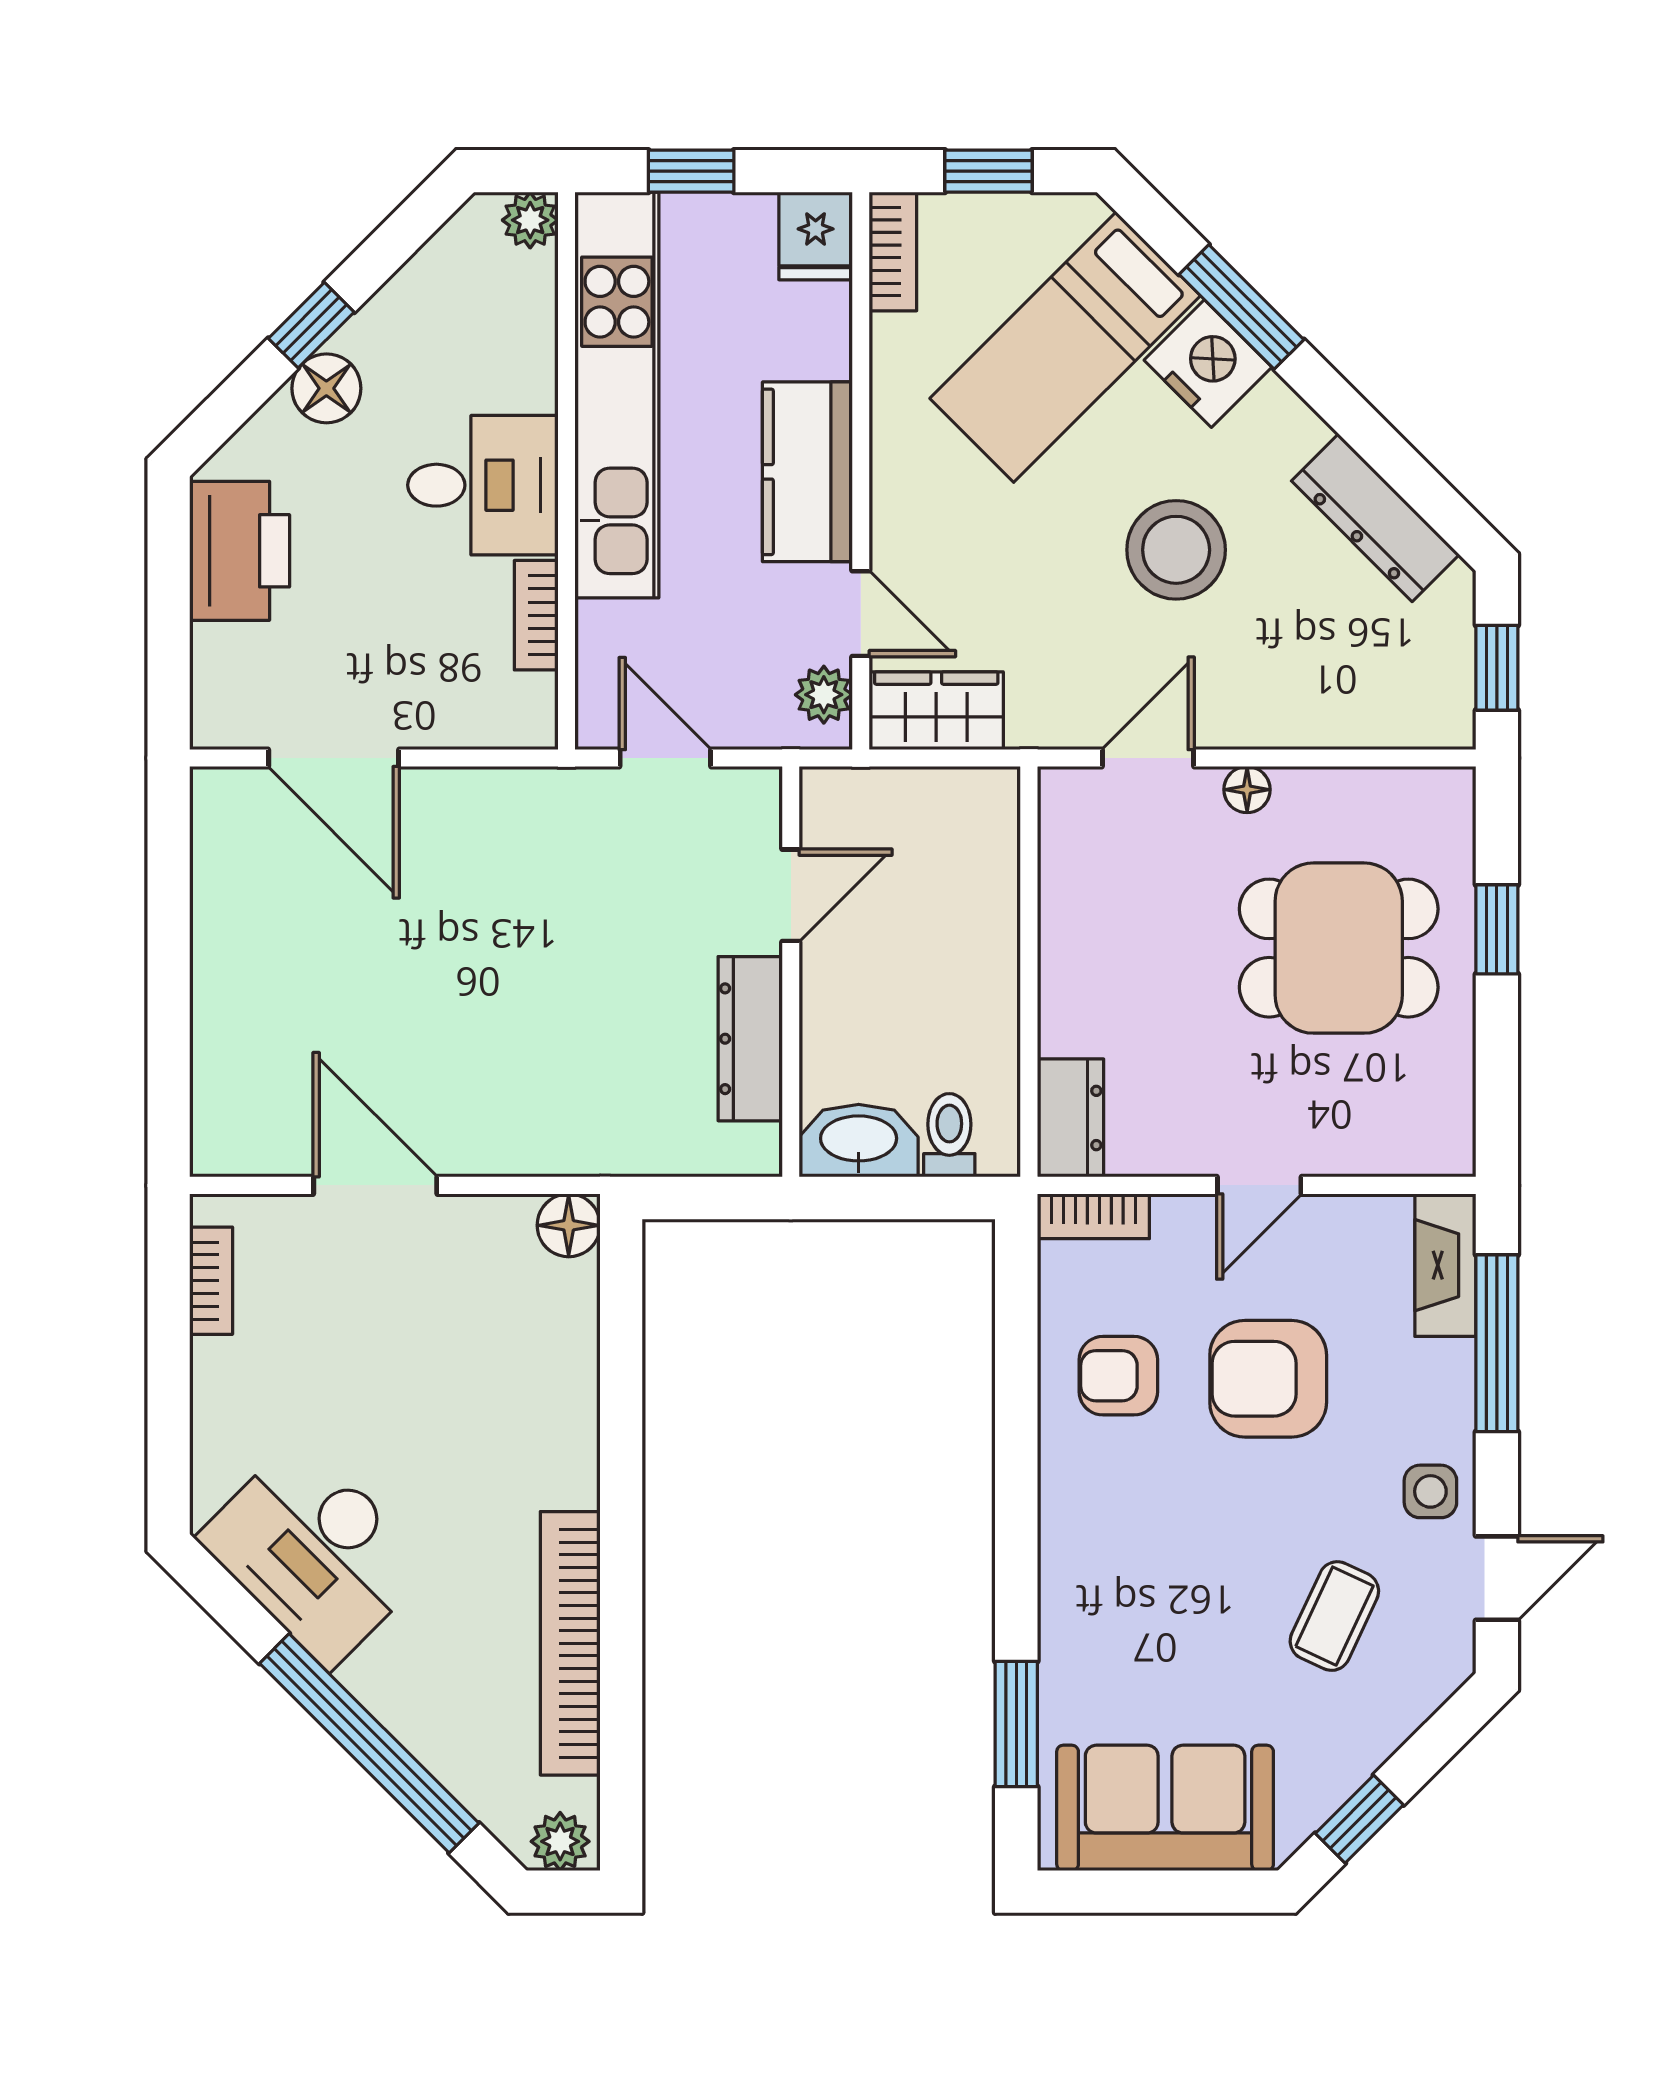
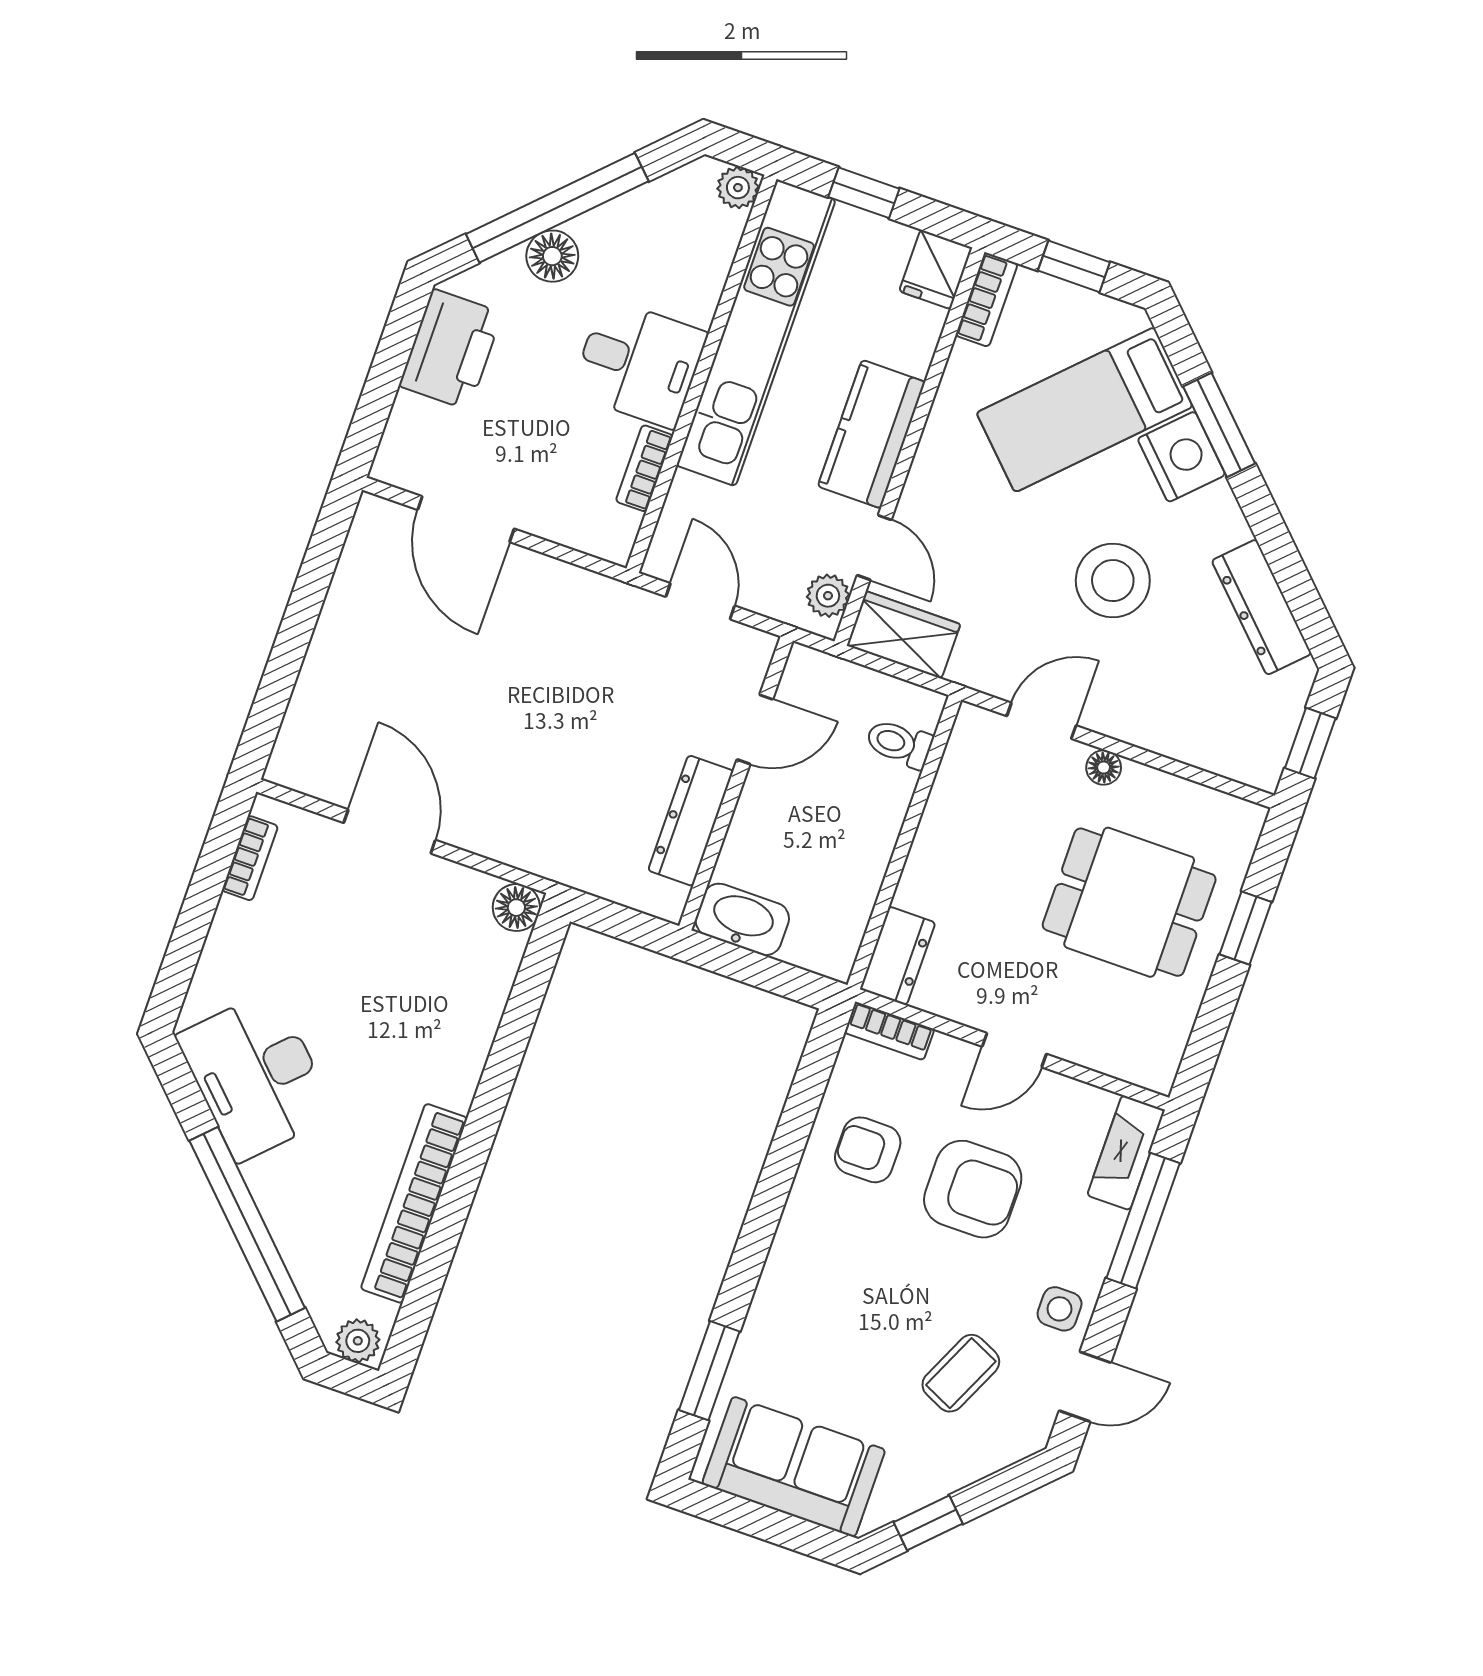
window: (311, 325) -> (557, 208), width x3.17
toilet: (949, 1135) -> (899, 744), moved, turned -90
armchair: (1268, 1379) -> (973, 1189), turned 180

